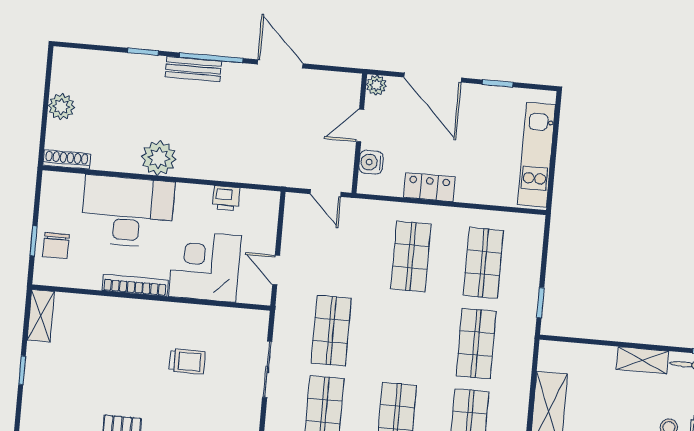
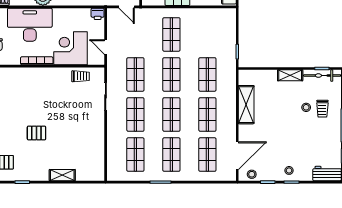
printer: (226, 198) -> (98, 14), moved
shop shelf: (483, 263) -> (171, 74), moved
trolley: (187, 361) -> (81, 76), moved

